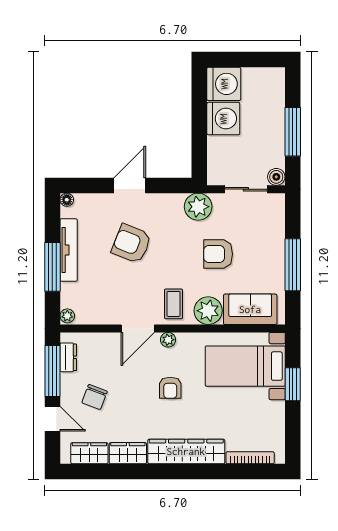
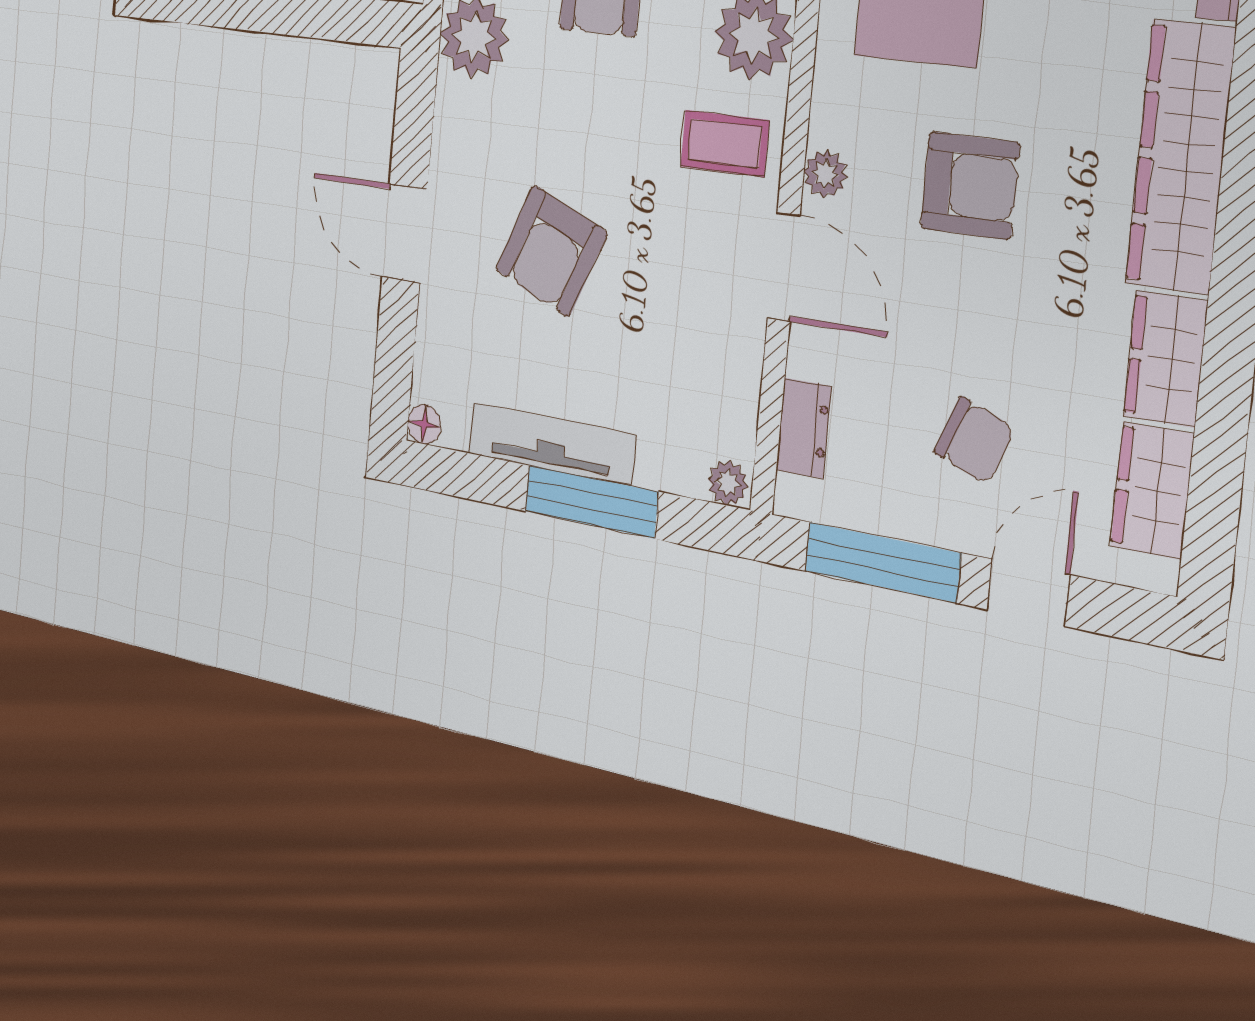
dresser: (68, 357) -> (804, 428), moved, turned 90
armchair: (170, 388) -> (970, 186), width x1.38, depth x1.38

